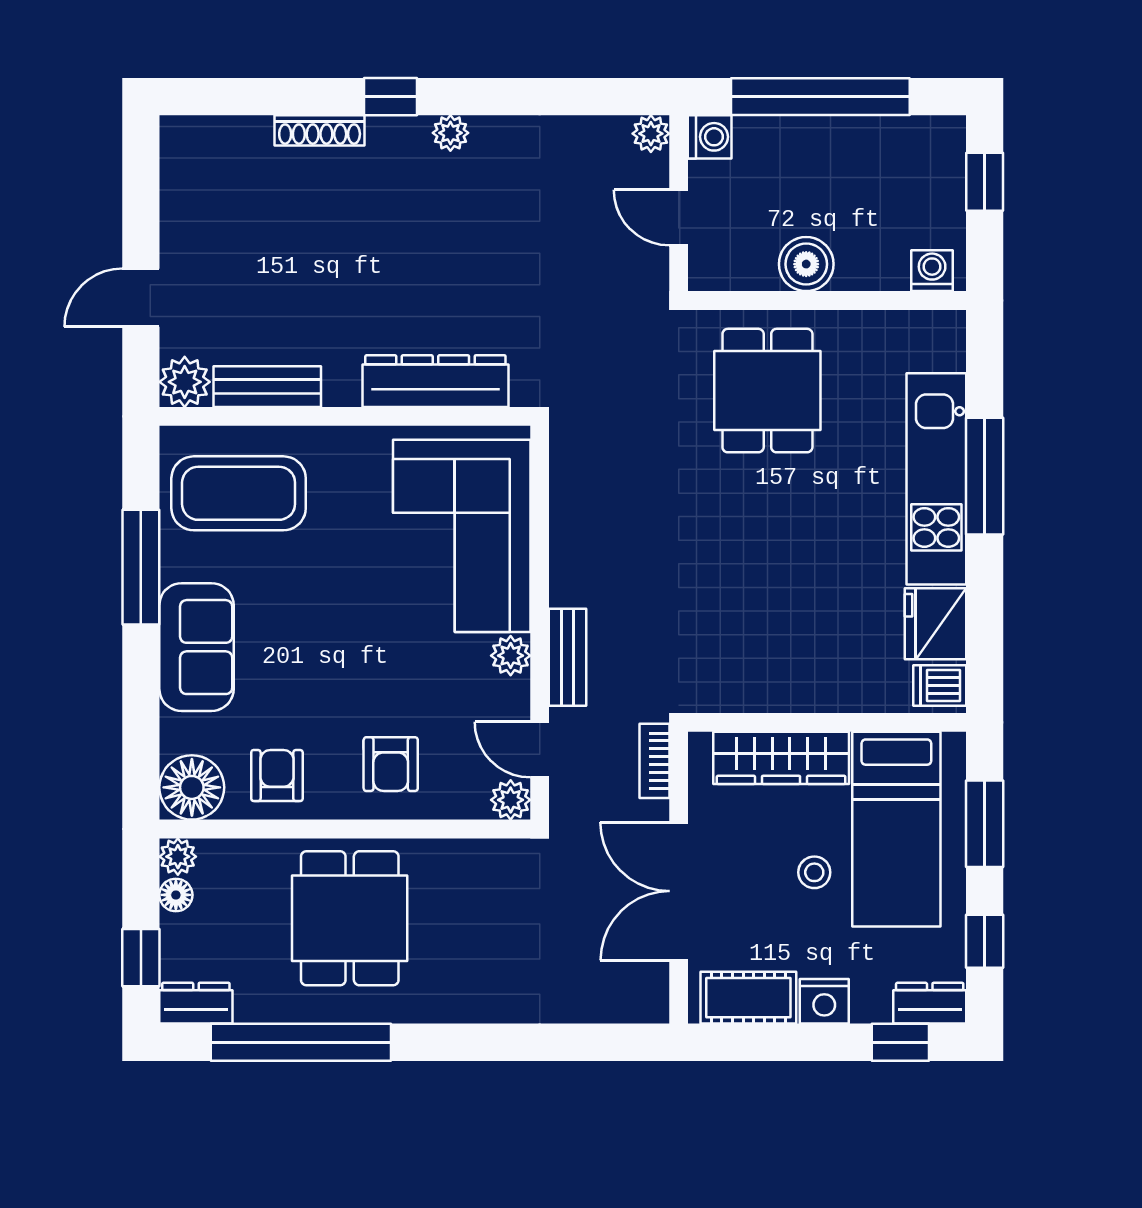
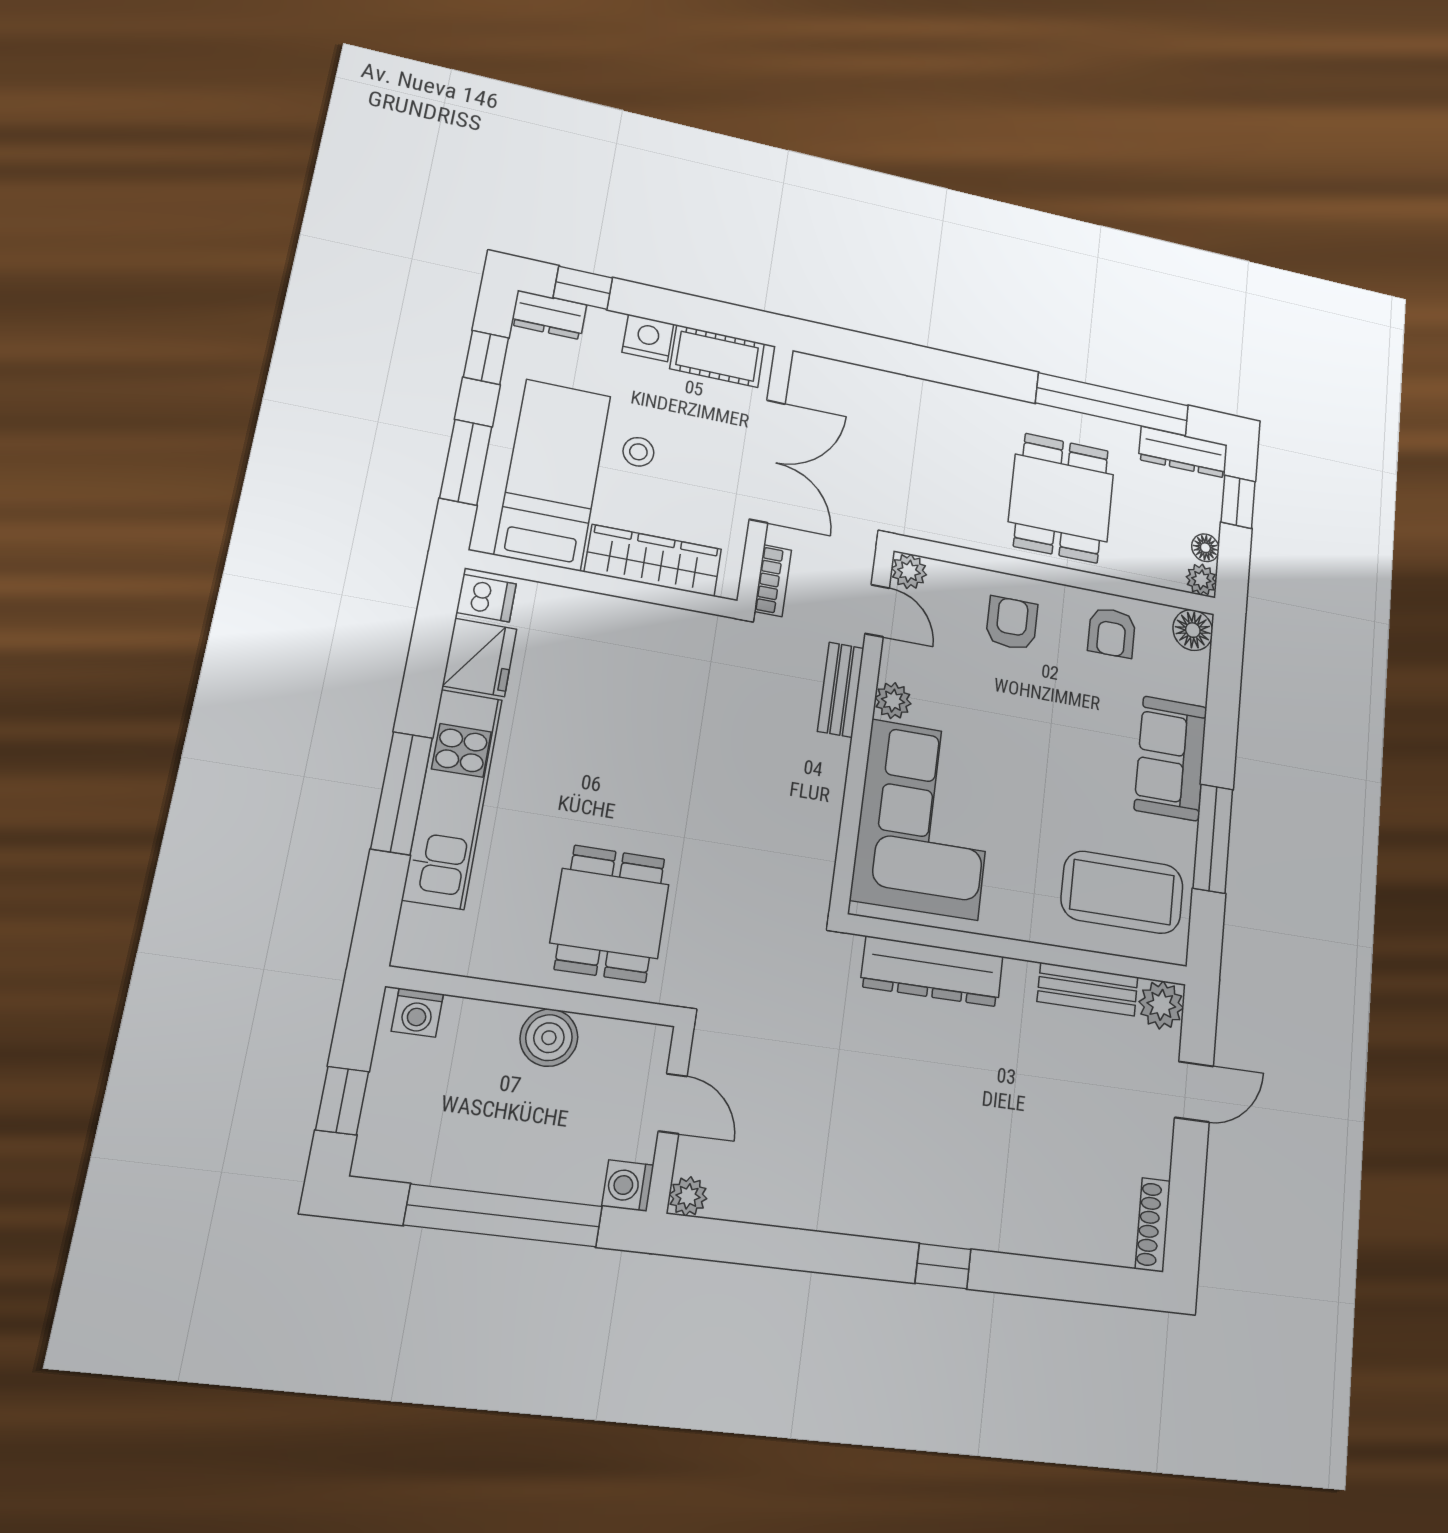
shoe rack: (320, 130) -> (1153, 1225), moved, turned -90
plant: (450, 133) -> (889, 1221), removed
floor lamp: (192, 787) -> (1193, 630), width x0.73, depth x0.73
dresser: (196, 1003) -> (1183, 452), width x1.44

